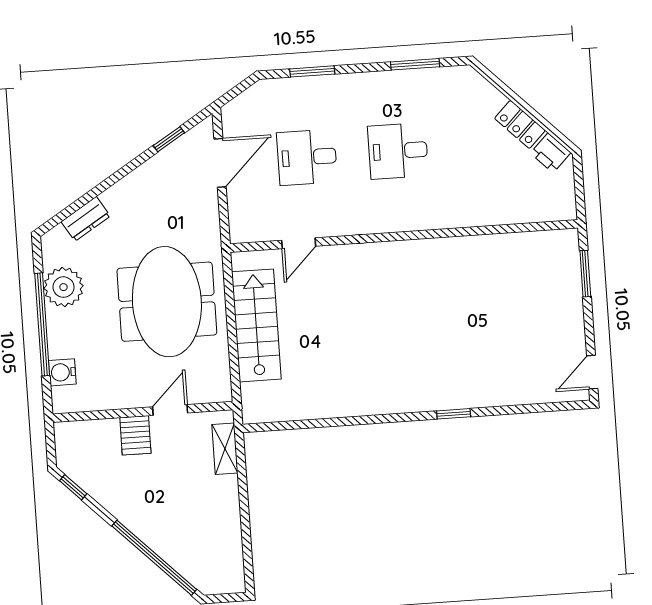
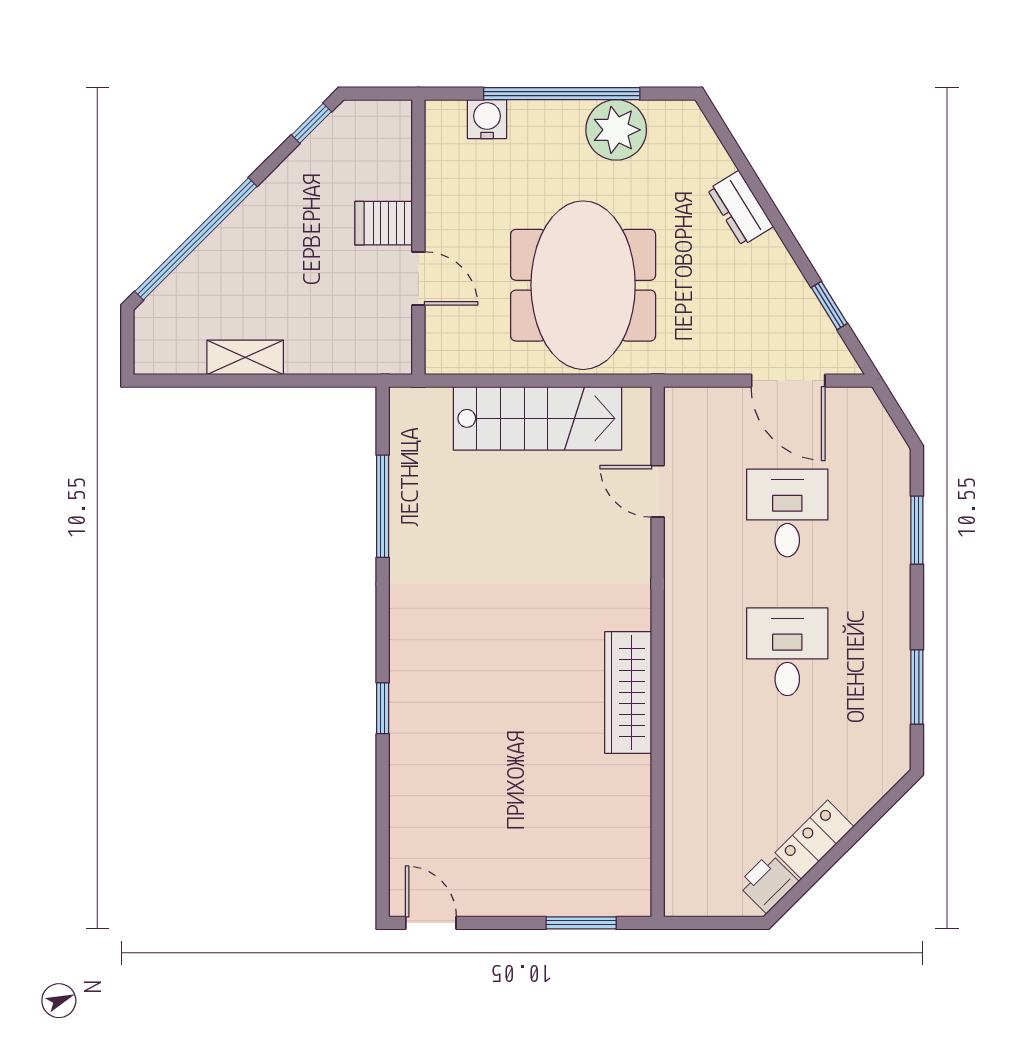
dresser: (86, 219) -> (740, 208), moved
wardrobe: (432, 253) -> (628, 692), added
meeting table: (167, 302) -> (583, 285), turned 90
window: (321, 423) -> (383, 506), added
shelving: (225, 449) -> (245, 357), moved

